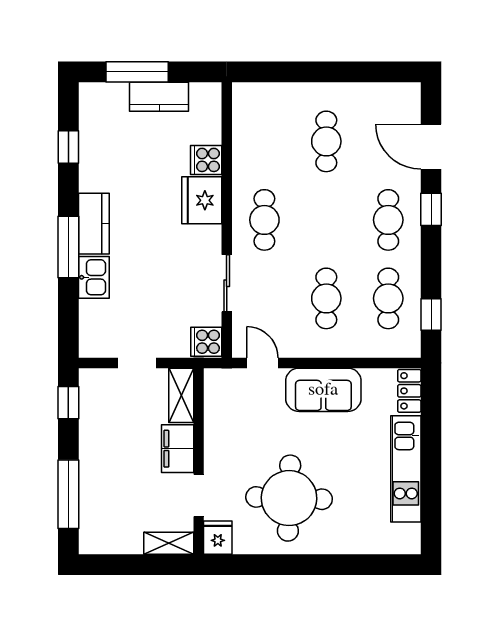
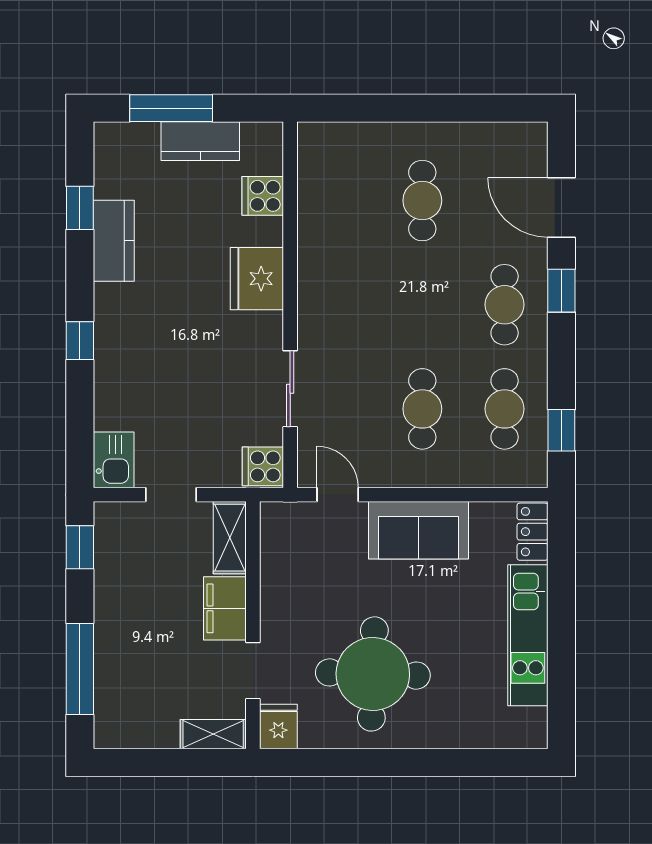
cooker: (206, 160) -> (263, 196), moved
cafe table: (264, 220) -> (340, 305), removed
kitchen counter: (94, 224) -> (114, 241), moved
window: (68, 247) -> (80, 341), width x0.46
kitchen sink: (94, 277) -> (114, 460), moved

